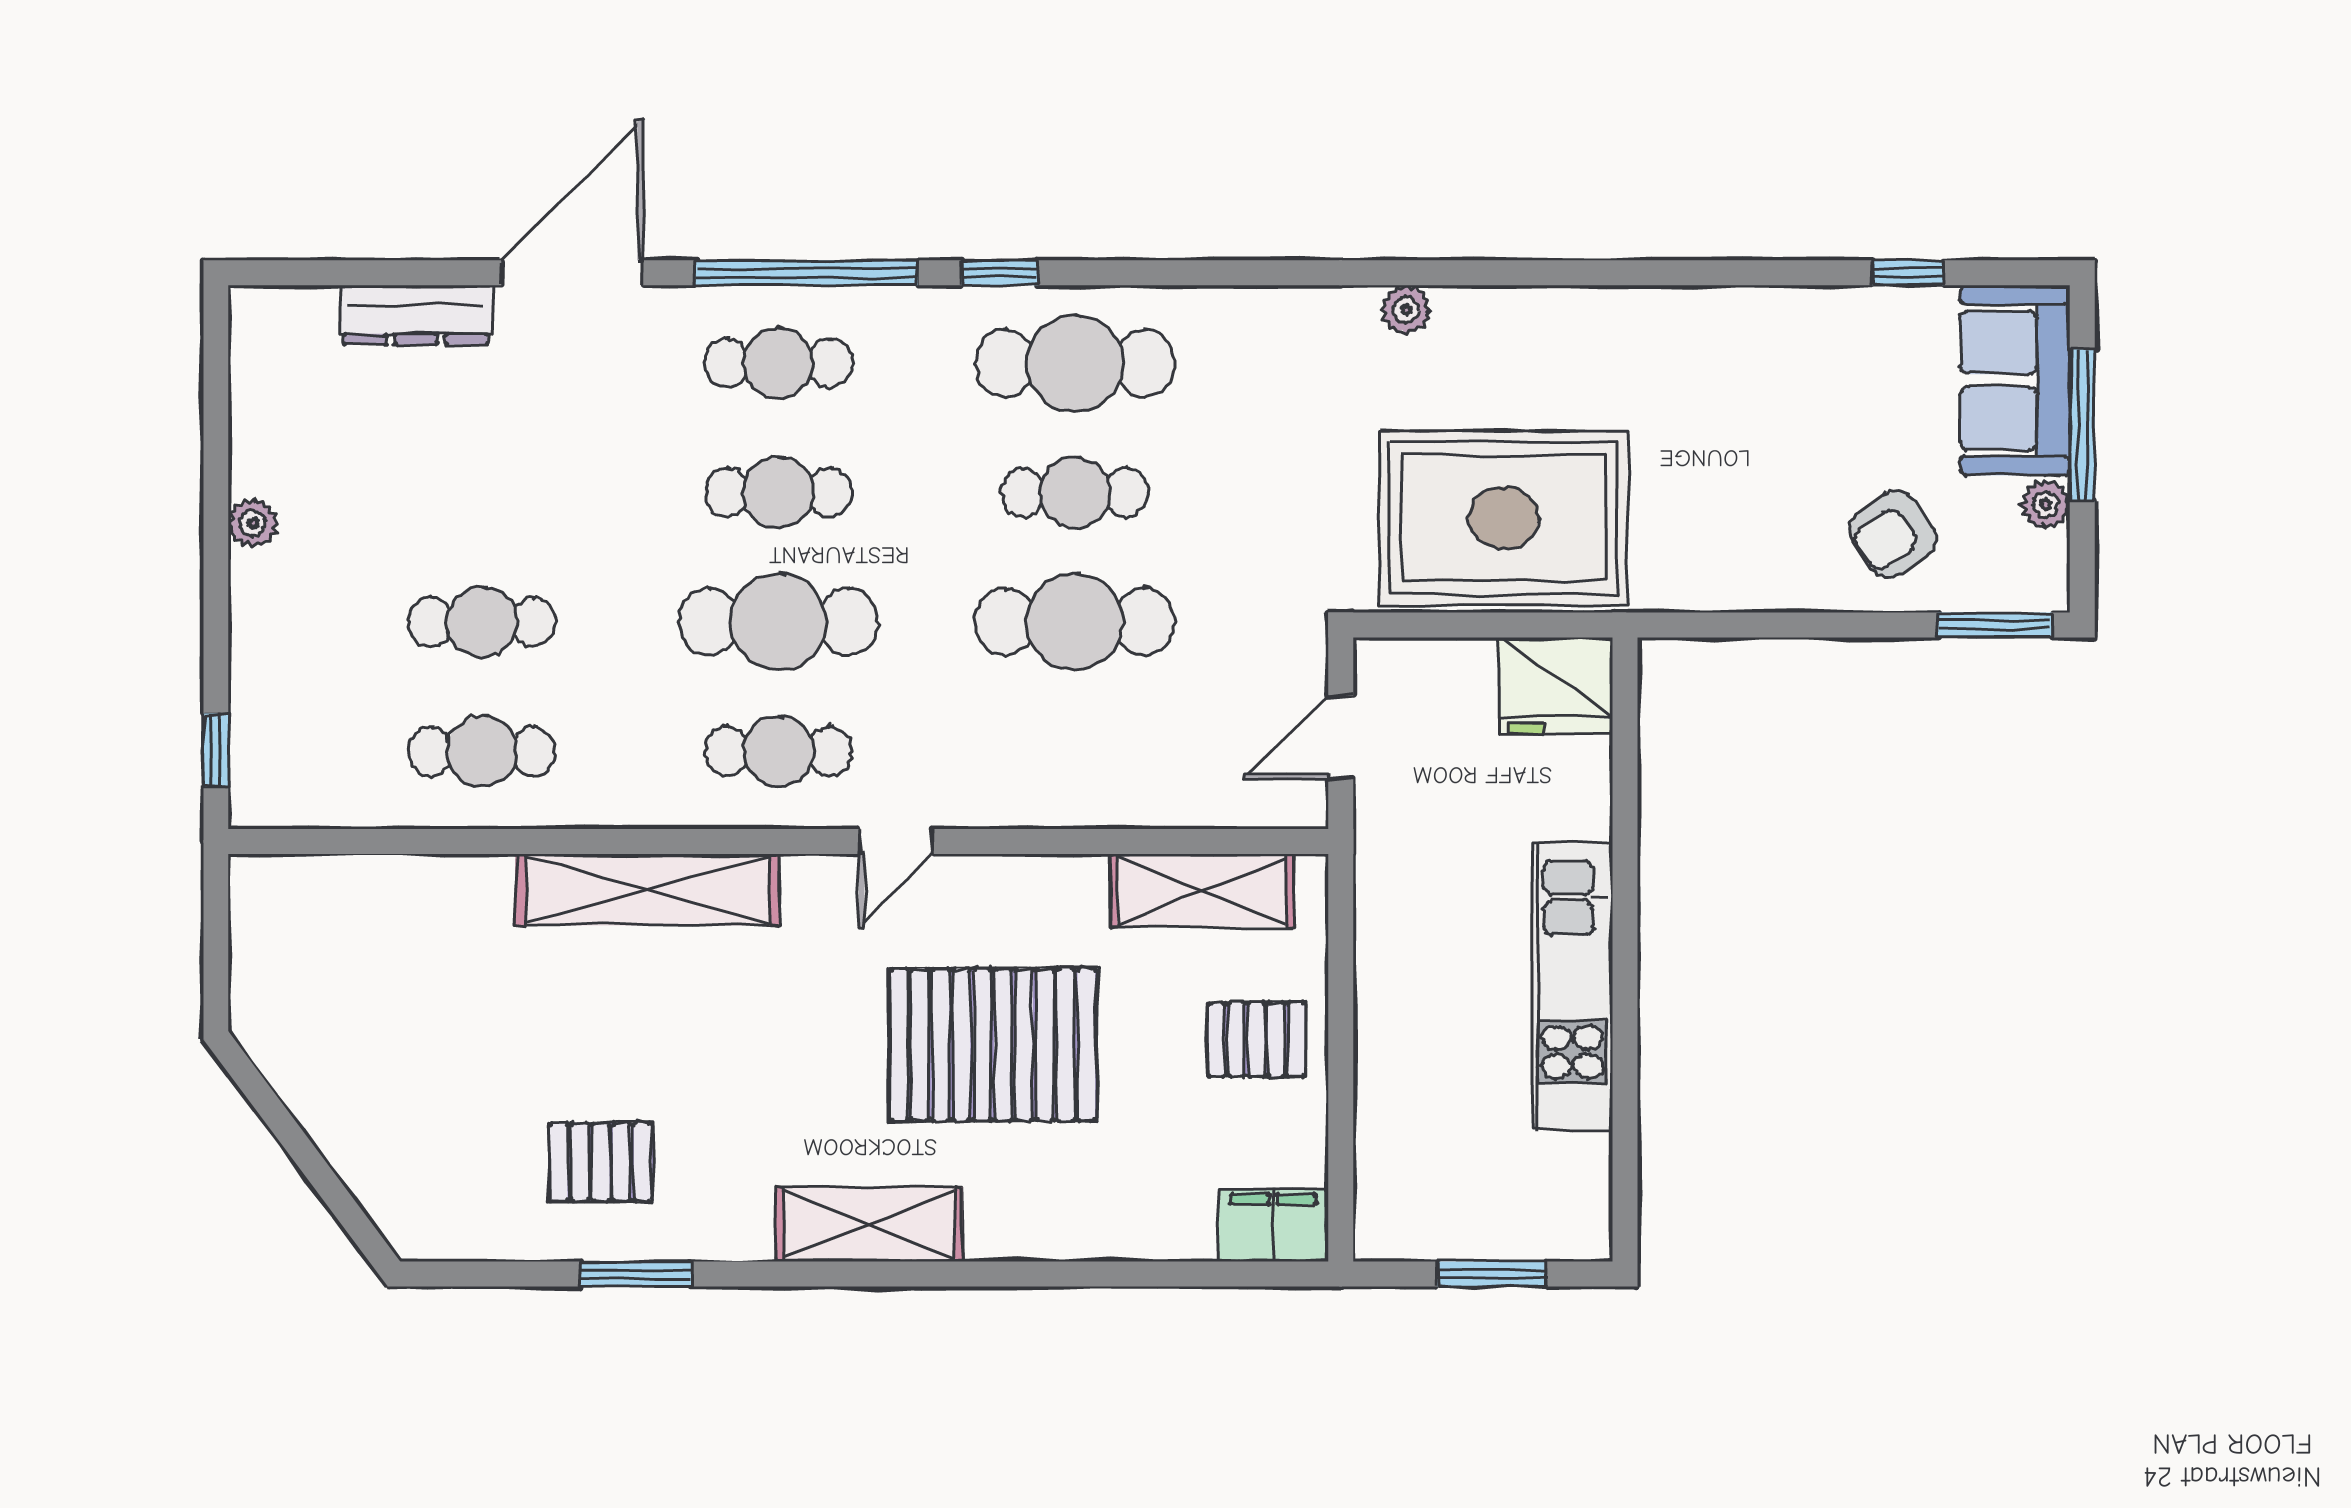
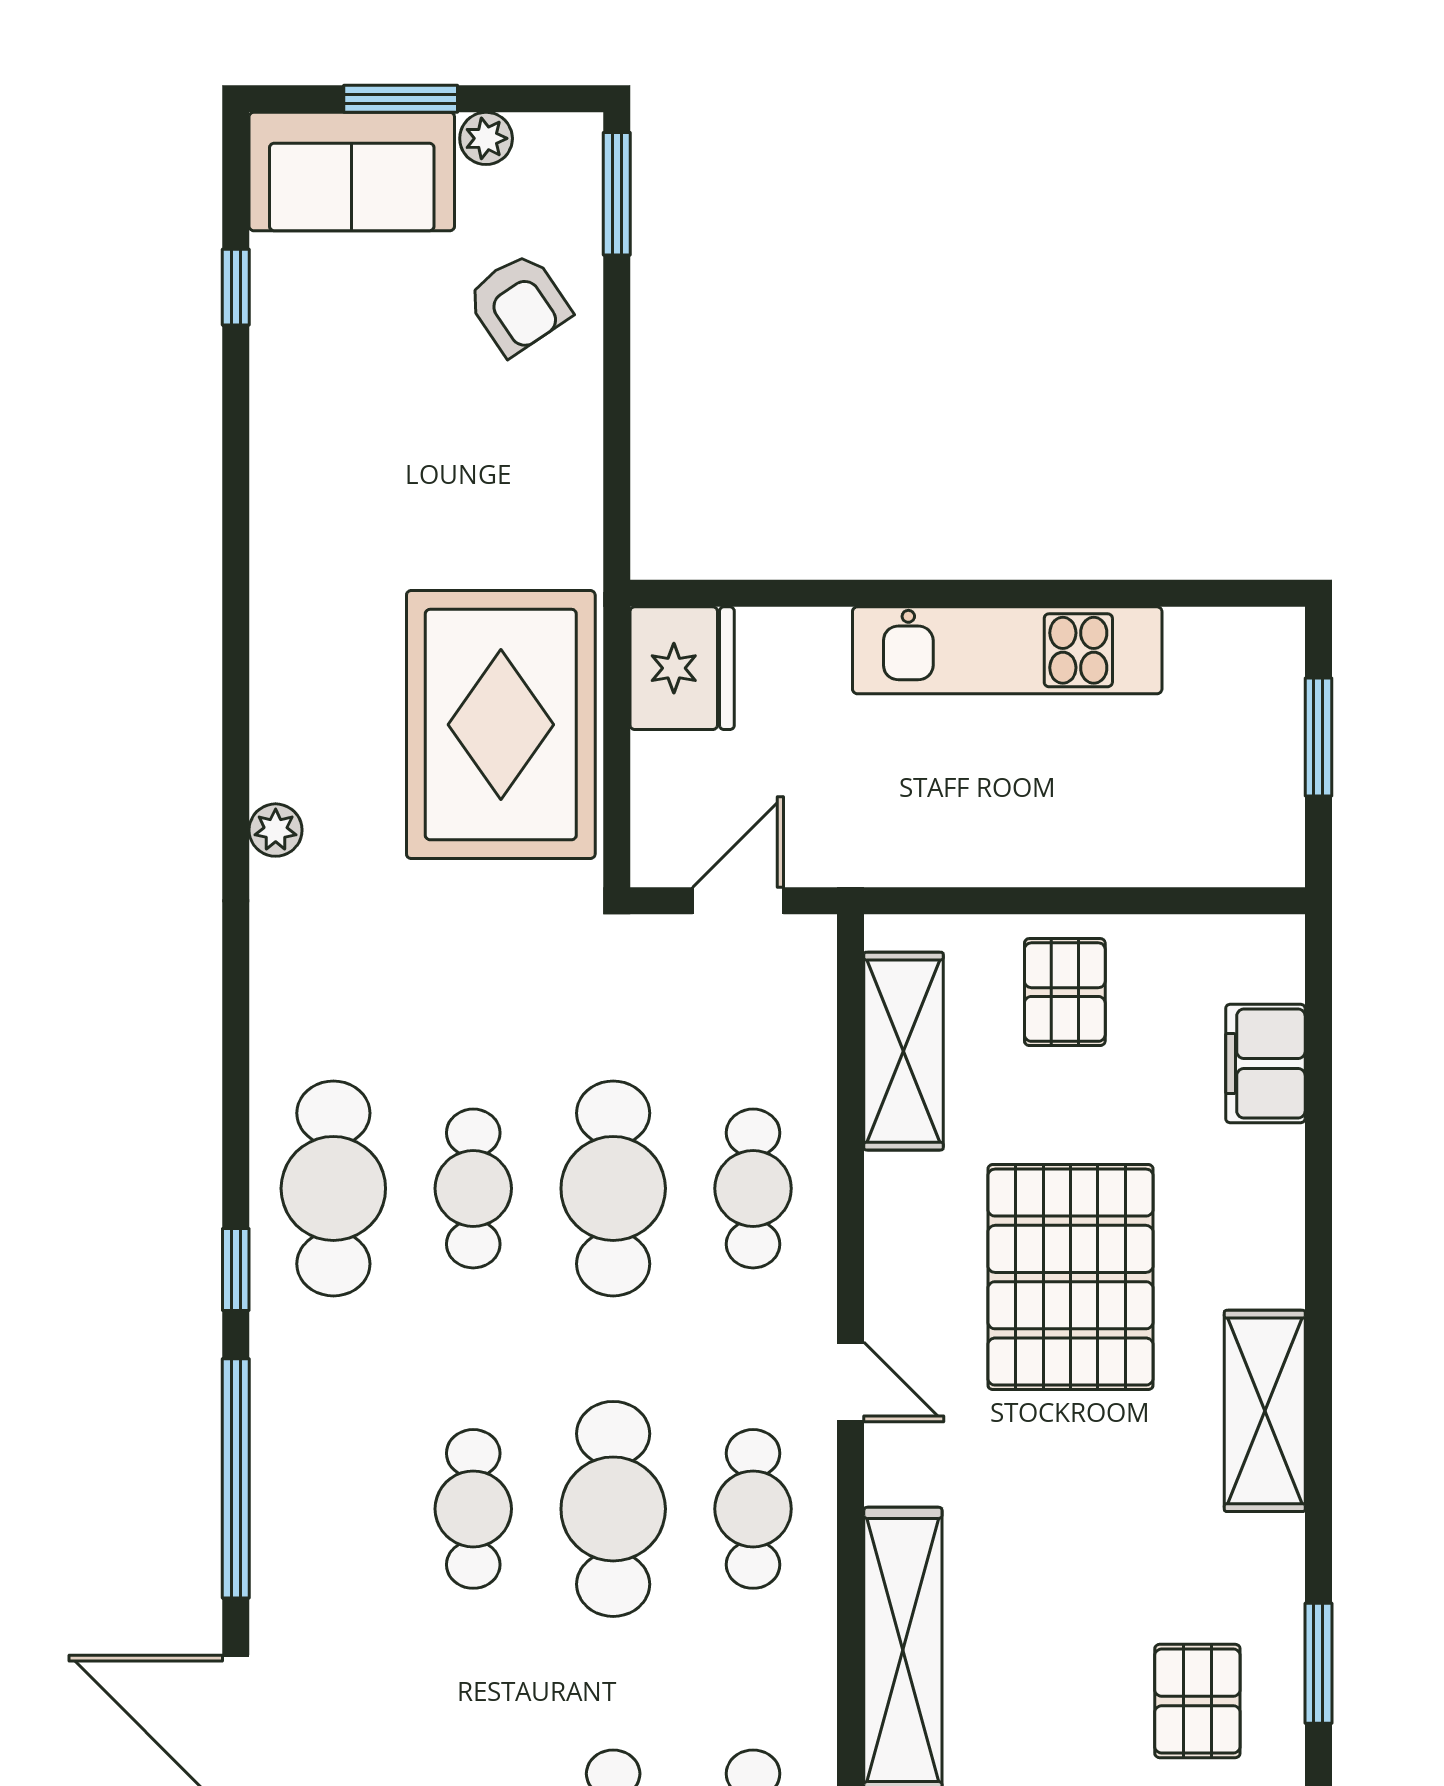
cafe table: (778, 363) -> (753, 1188), moved
window: (2082, 425) -> (401, 99), width x0.69
door: (1341, 737) -> (738, 901), swing flipped
filing cabinet: (1273, 1225) -> (1265, 1064), moved

